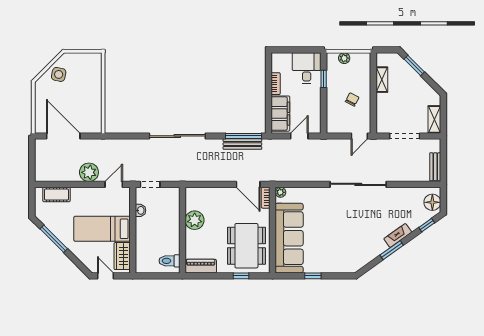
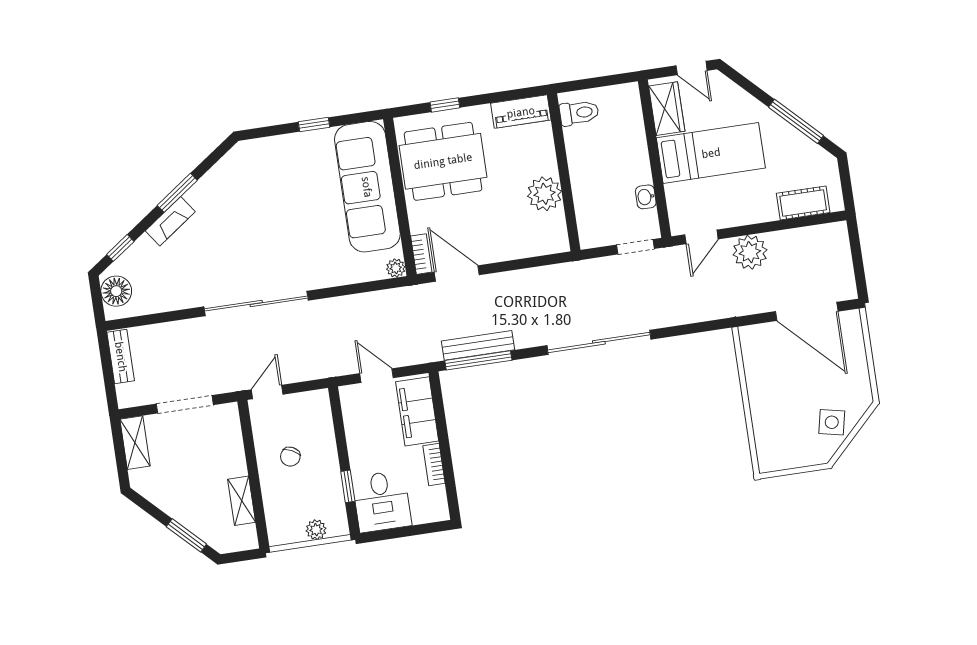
door: (299, 136) -> (377, 376), swing flipped
dining table: (246, 246) -> (443, 161), turned 90

